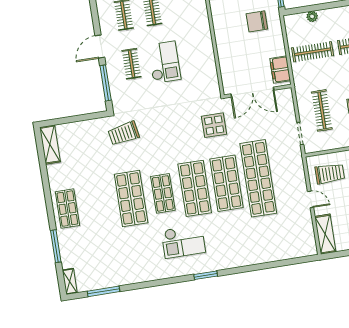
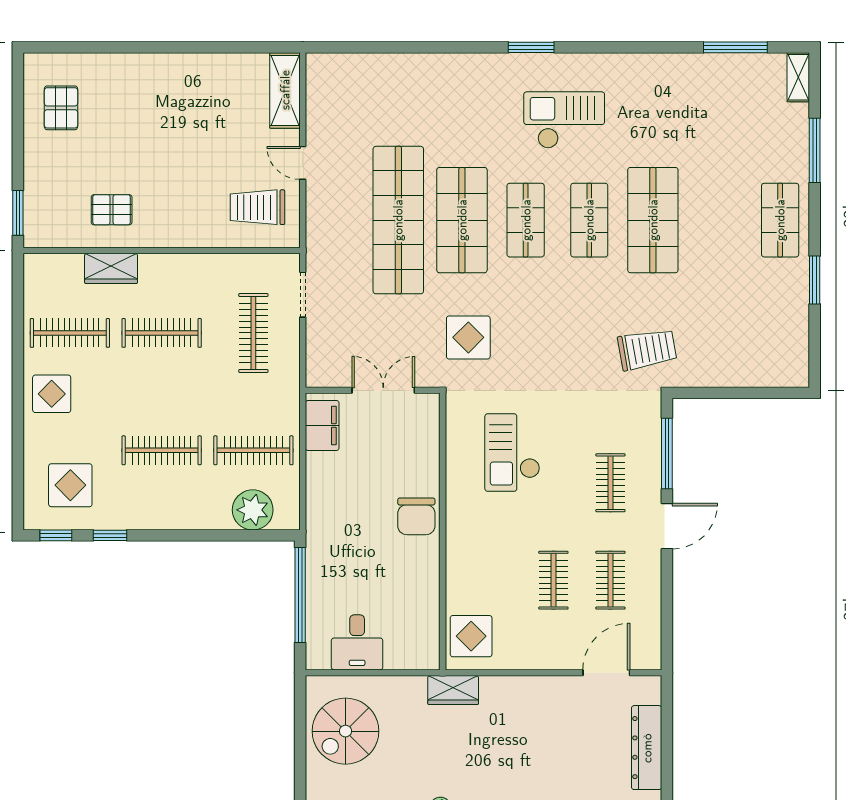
plant: (312, 16) -> (253, 510), width x1.88, depth x1.88
chair: (257, 21) -> (416, 516), moved, turned 90
checkout: (164, 62) -> (512, 453), moved
double door: (252, 92) -> (383, 390), width x0.73
shelving: (50, 145) -> (794, 350), removed
window: (45, 181) -> (815, 280), added
shop shelf: (195, 188) -> (526, 220), width x0.70, depth x0.74

